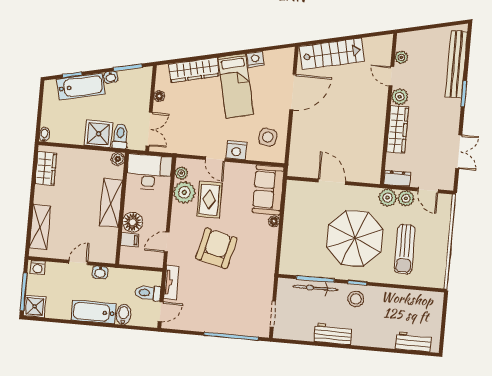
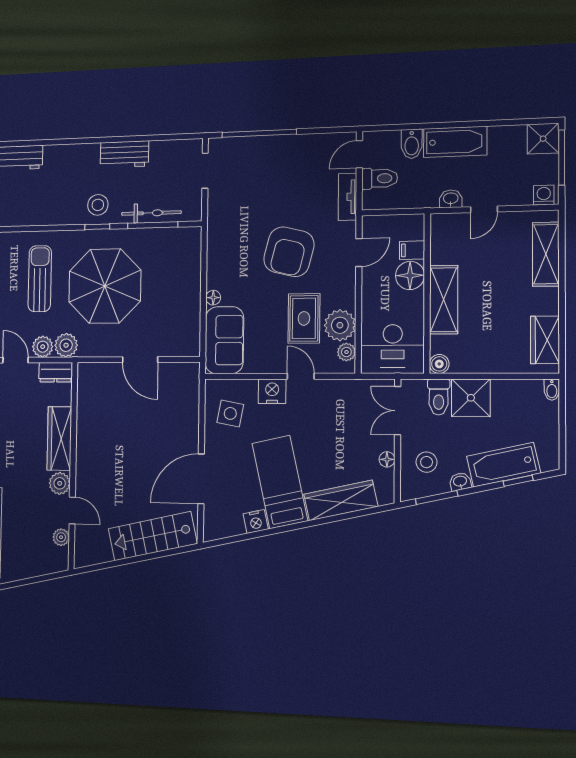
stool: (132, 92) -> (427, 462), added

